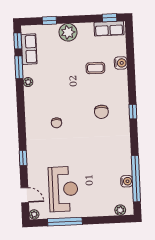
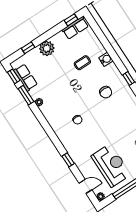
water cooler: (121, 63) -> (106, 59), moved

